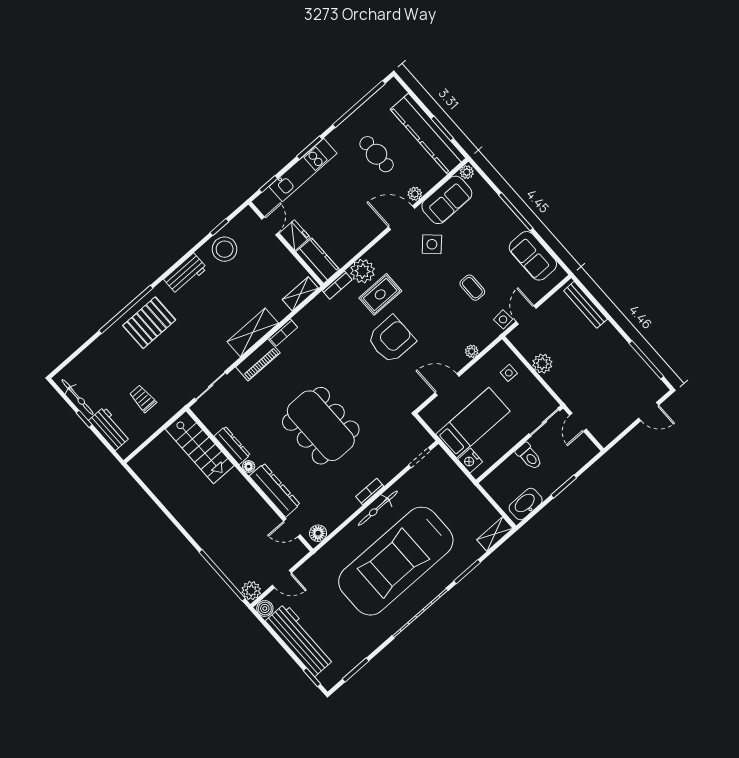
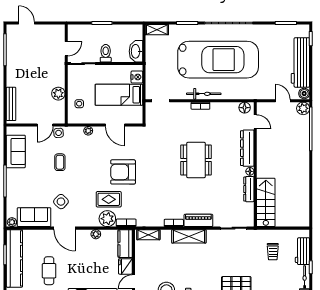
plant: (415, 194) -> (96, 234), moved
dining table: (321, 426) -> (196, 160), width x0.73, depth x0.80
washbasin: (526, 504) -> (136, 51), moved, turned 90

